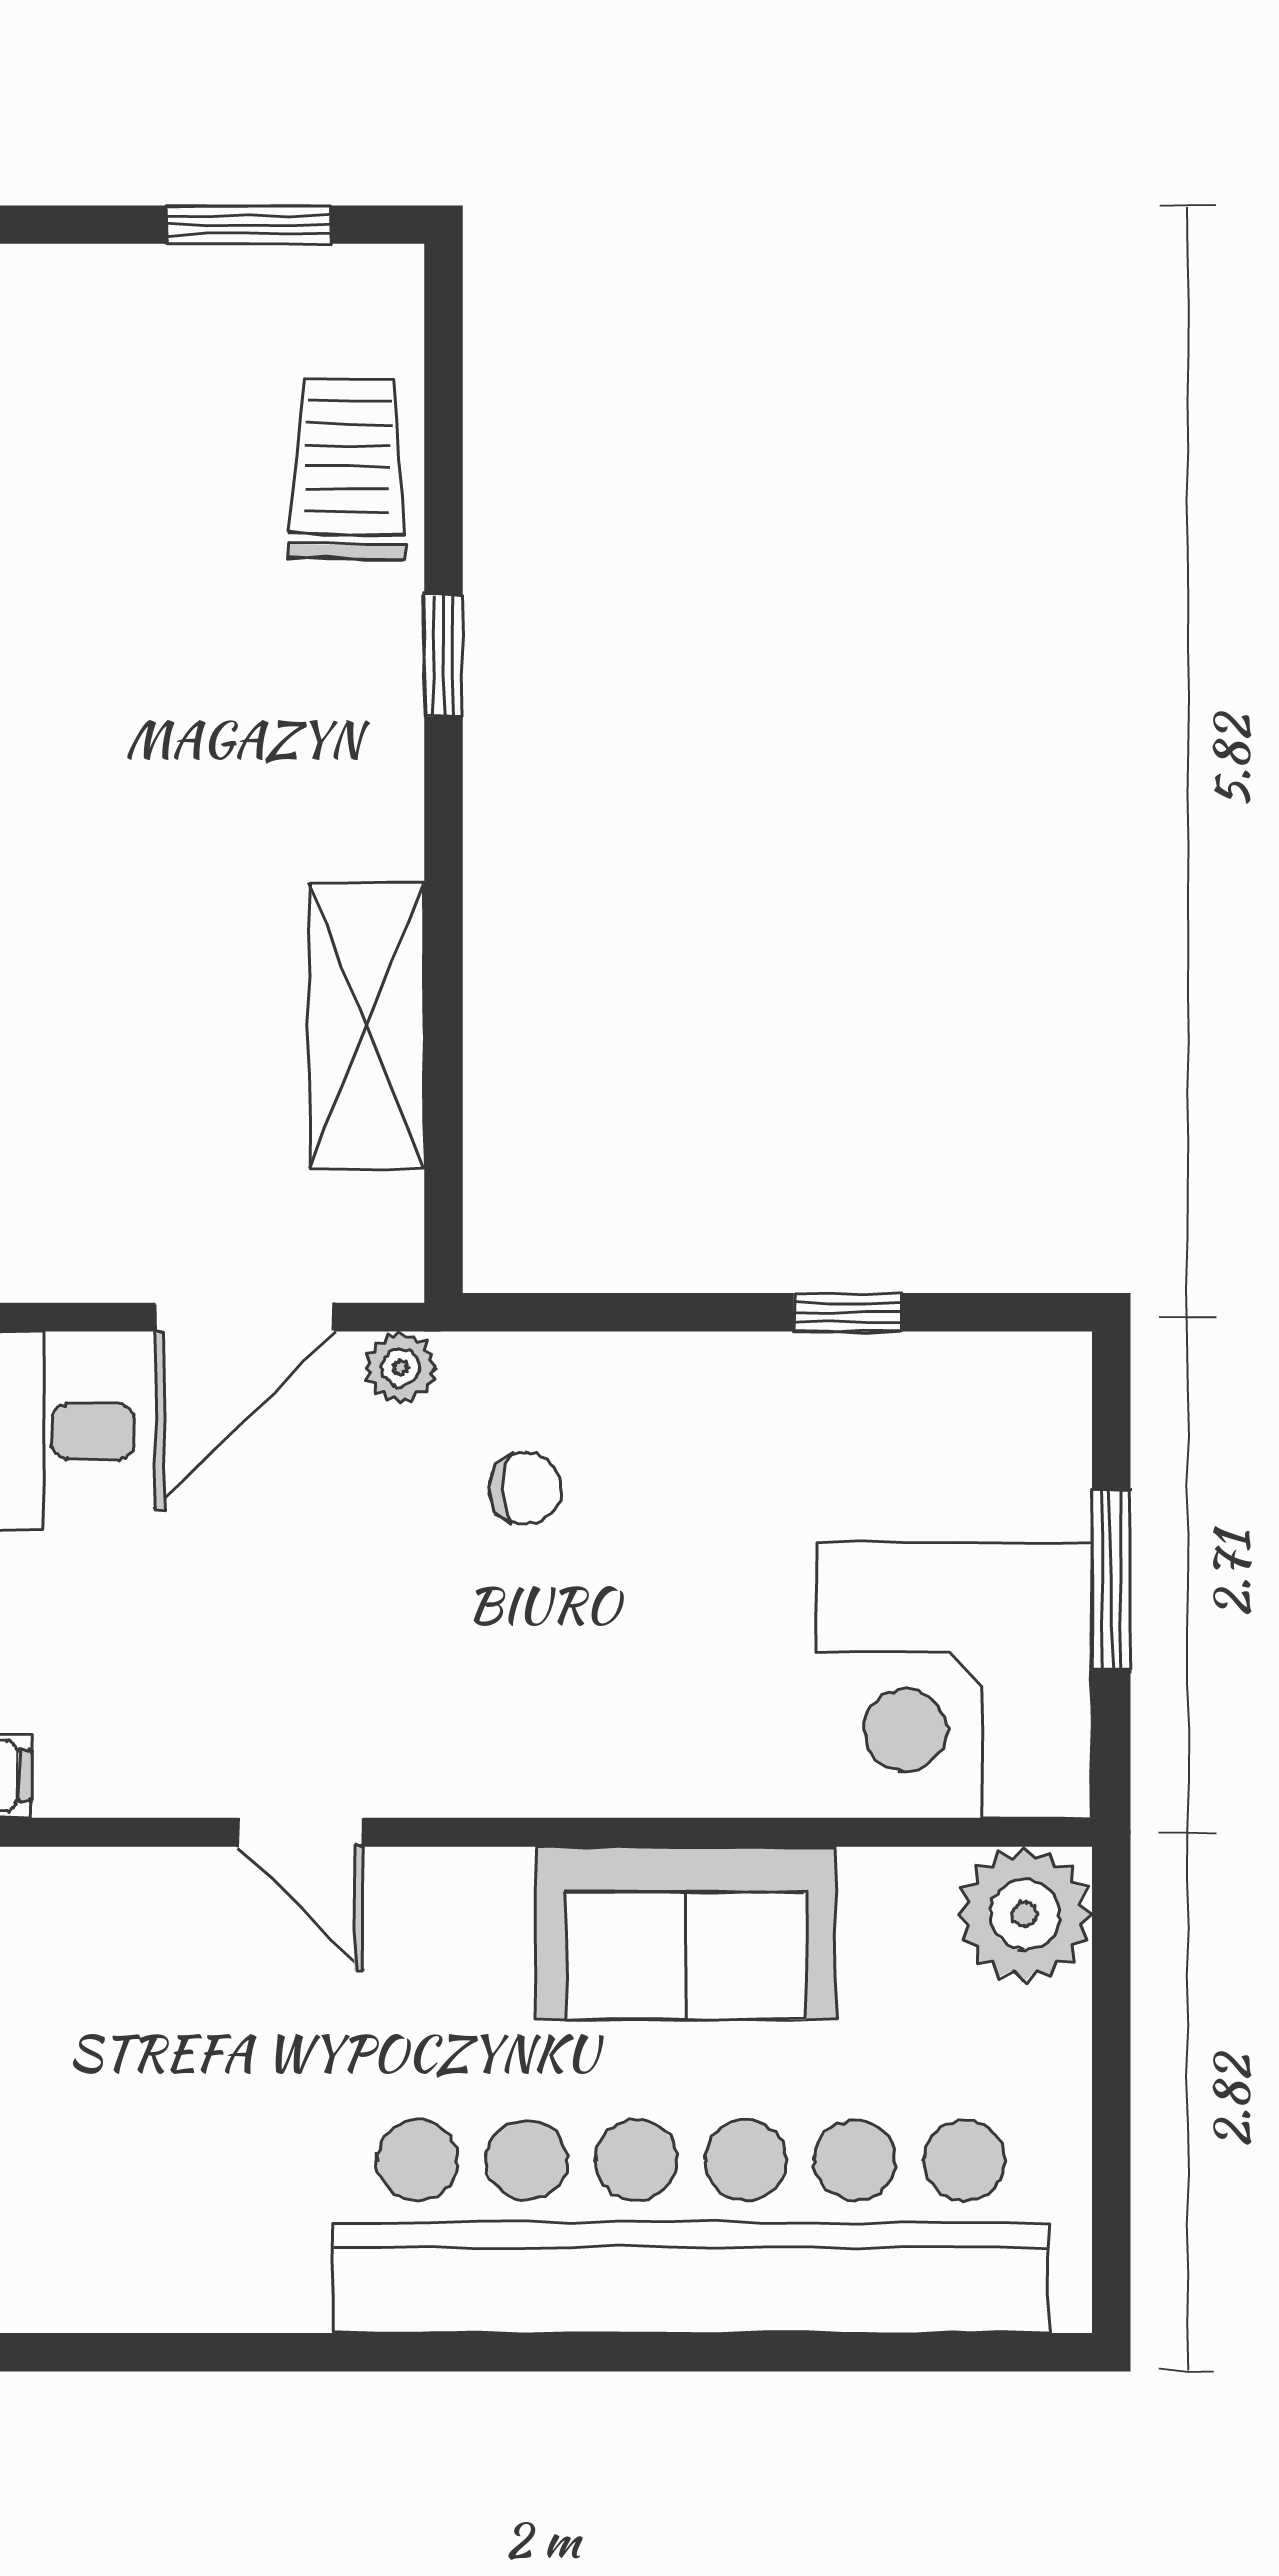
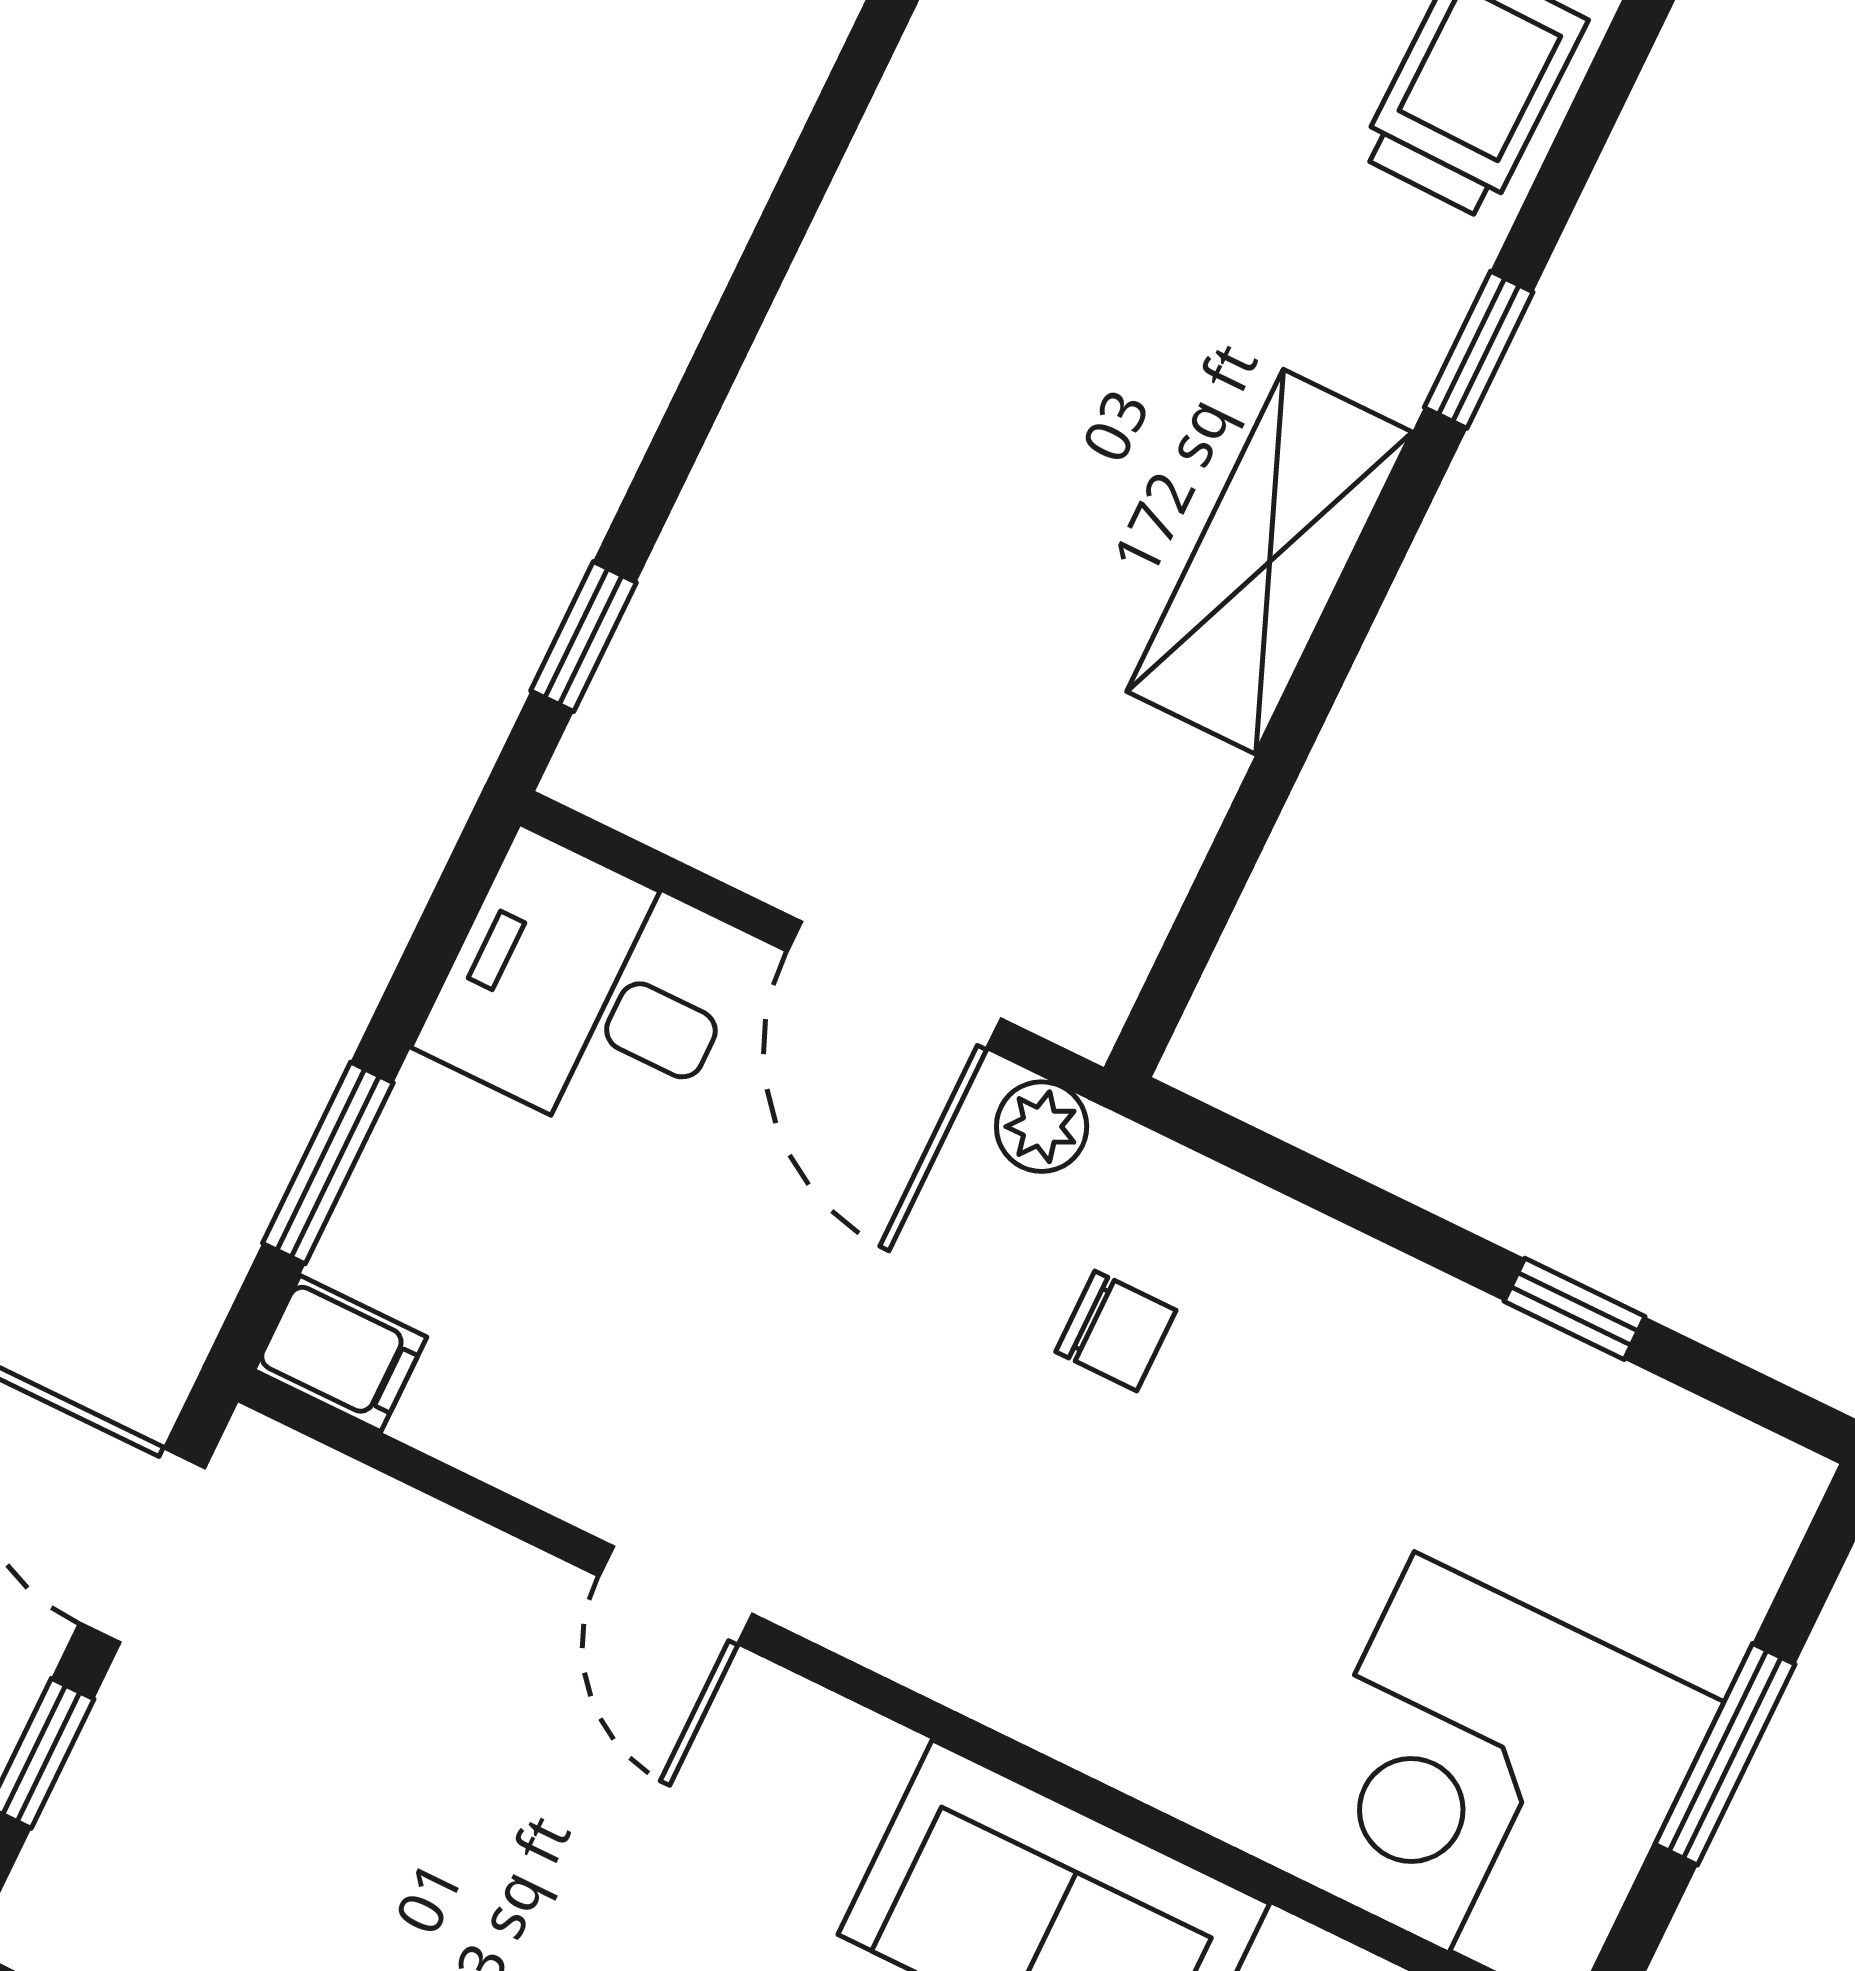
shelving: (367, 1026) -> (1269, 562), moved
door: (245, 1317) -> (894, 985), hinge flipped

